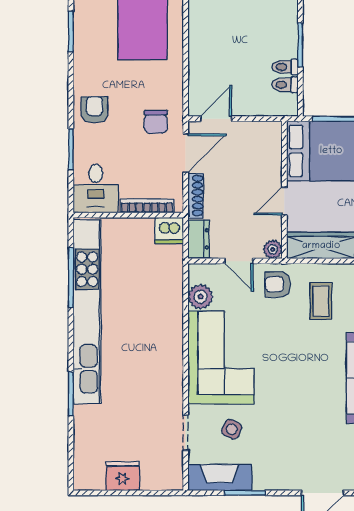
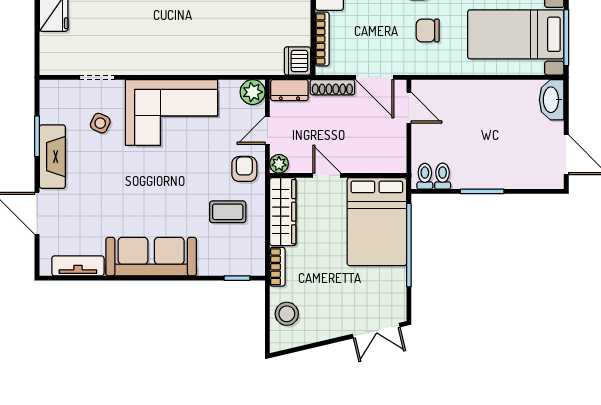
toilet: (285, 67) -> (425, 176), moved
chair: (156, 122) -> (428, 30), moved
plant: (201, 297) -> (253, 92), moved
fireplace: (220, 477) -> (52, 157), moved

